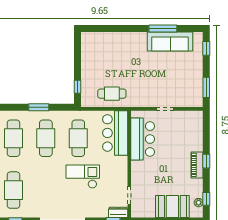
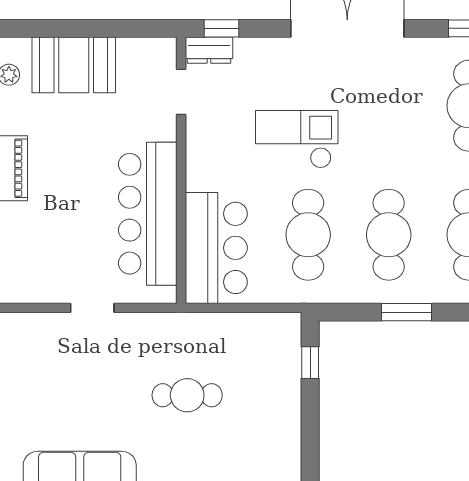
cafe table: (112, 94) -> (187, 395), moved
bar counter: (143, 139) -> (148, 214), width x1.36
checkout: (83, 177) -> (297, 139), turned 180

